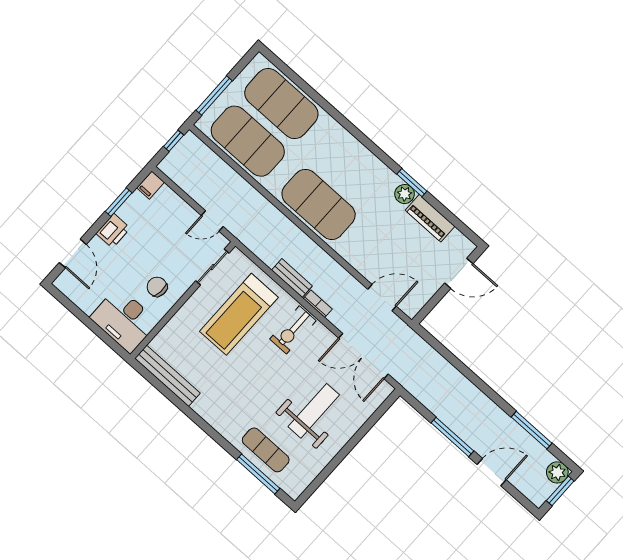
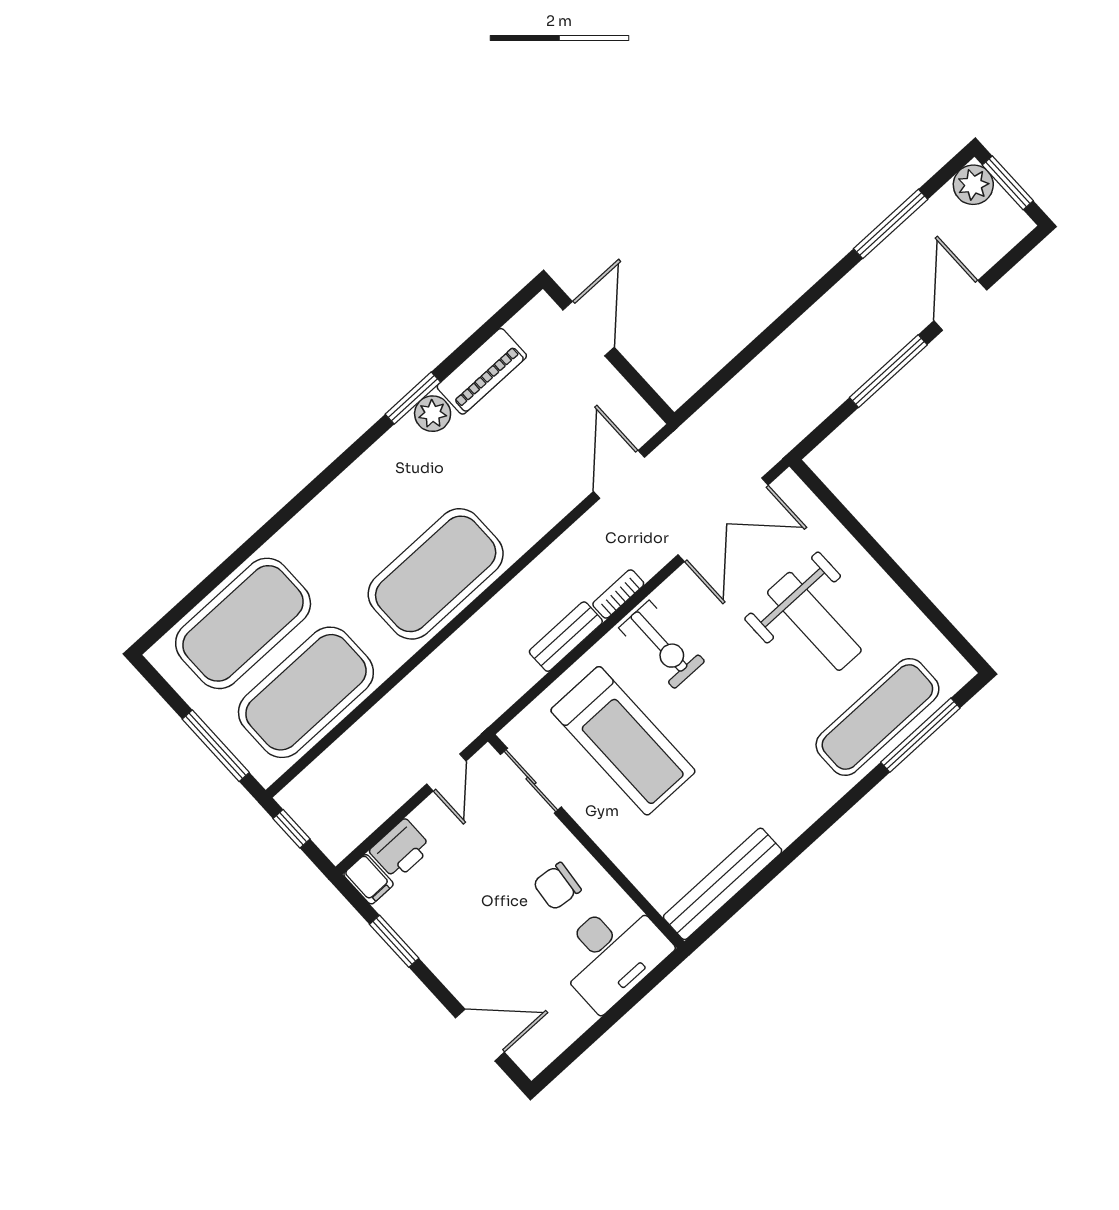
printer: (113, 231) -> (401, 849), moved, turned 90
weight bench: (314, 411) -> (814, 621), turned 180
exercise mat: (266, 450) -> (877, 717), width x1.36, depth x1.45

